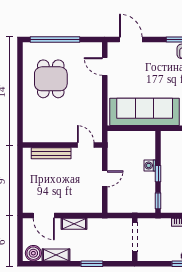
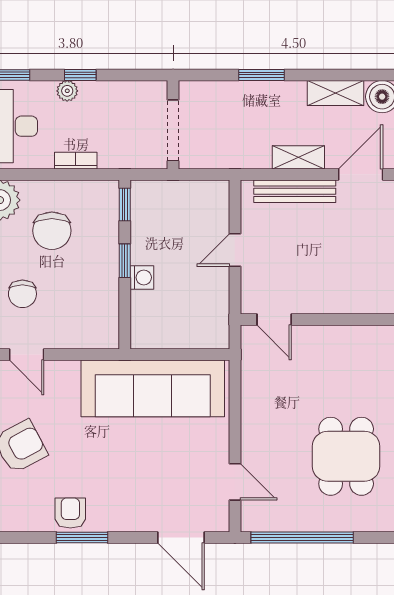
window: (55, 40) -> (302, 537), moved
bench: (51, 153) -> (295, 191), moved
door: (44, 215) -> (361, 174), hinge flipped

